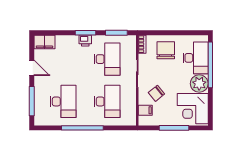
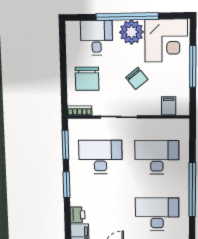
printer: (85, 41) -> (78, 215), moved
chair: (166, 50) -> (87, 79), turned -90
desk: (196, 58) -> (96, 38), width x0.73
window: (210, 65) -> (127, 17), moved
chair: (156, 93) -> (137, 78), moved

